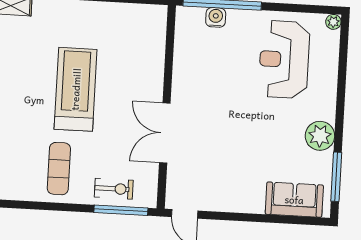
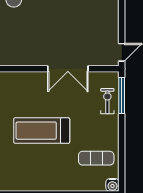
exercise mat: (59, 169) -> (96, 158), moved

